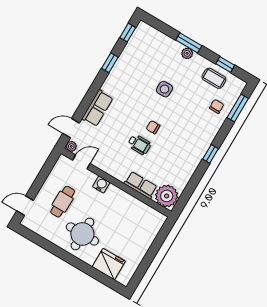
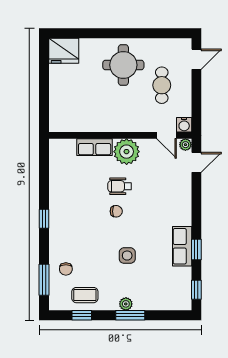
row of seats: (97, 108) -> (182, 246), moved
door: (81, 162) -> (167, 135), hinge flipped
water cooler: (101, 185) -> (184, 125), moved
plant: (167, 196) -> (127, 152), moved
fridge: (109, 264) -> (64, 51), moved

